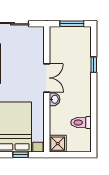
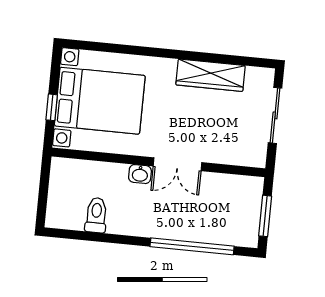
window: (94, 65) -> (192, 246), width x3.17
shower: (58, 144) -> (64, 172), removed

